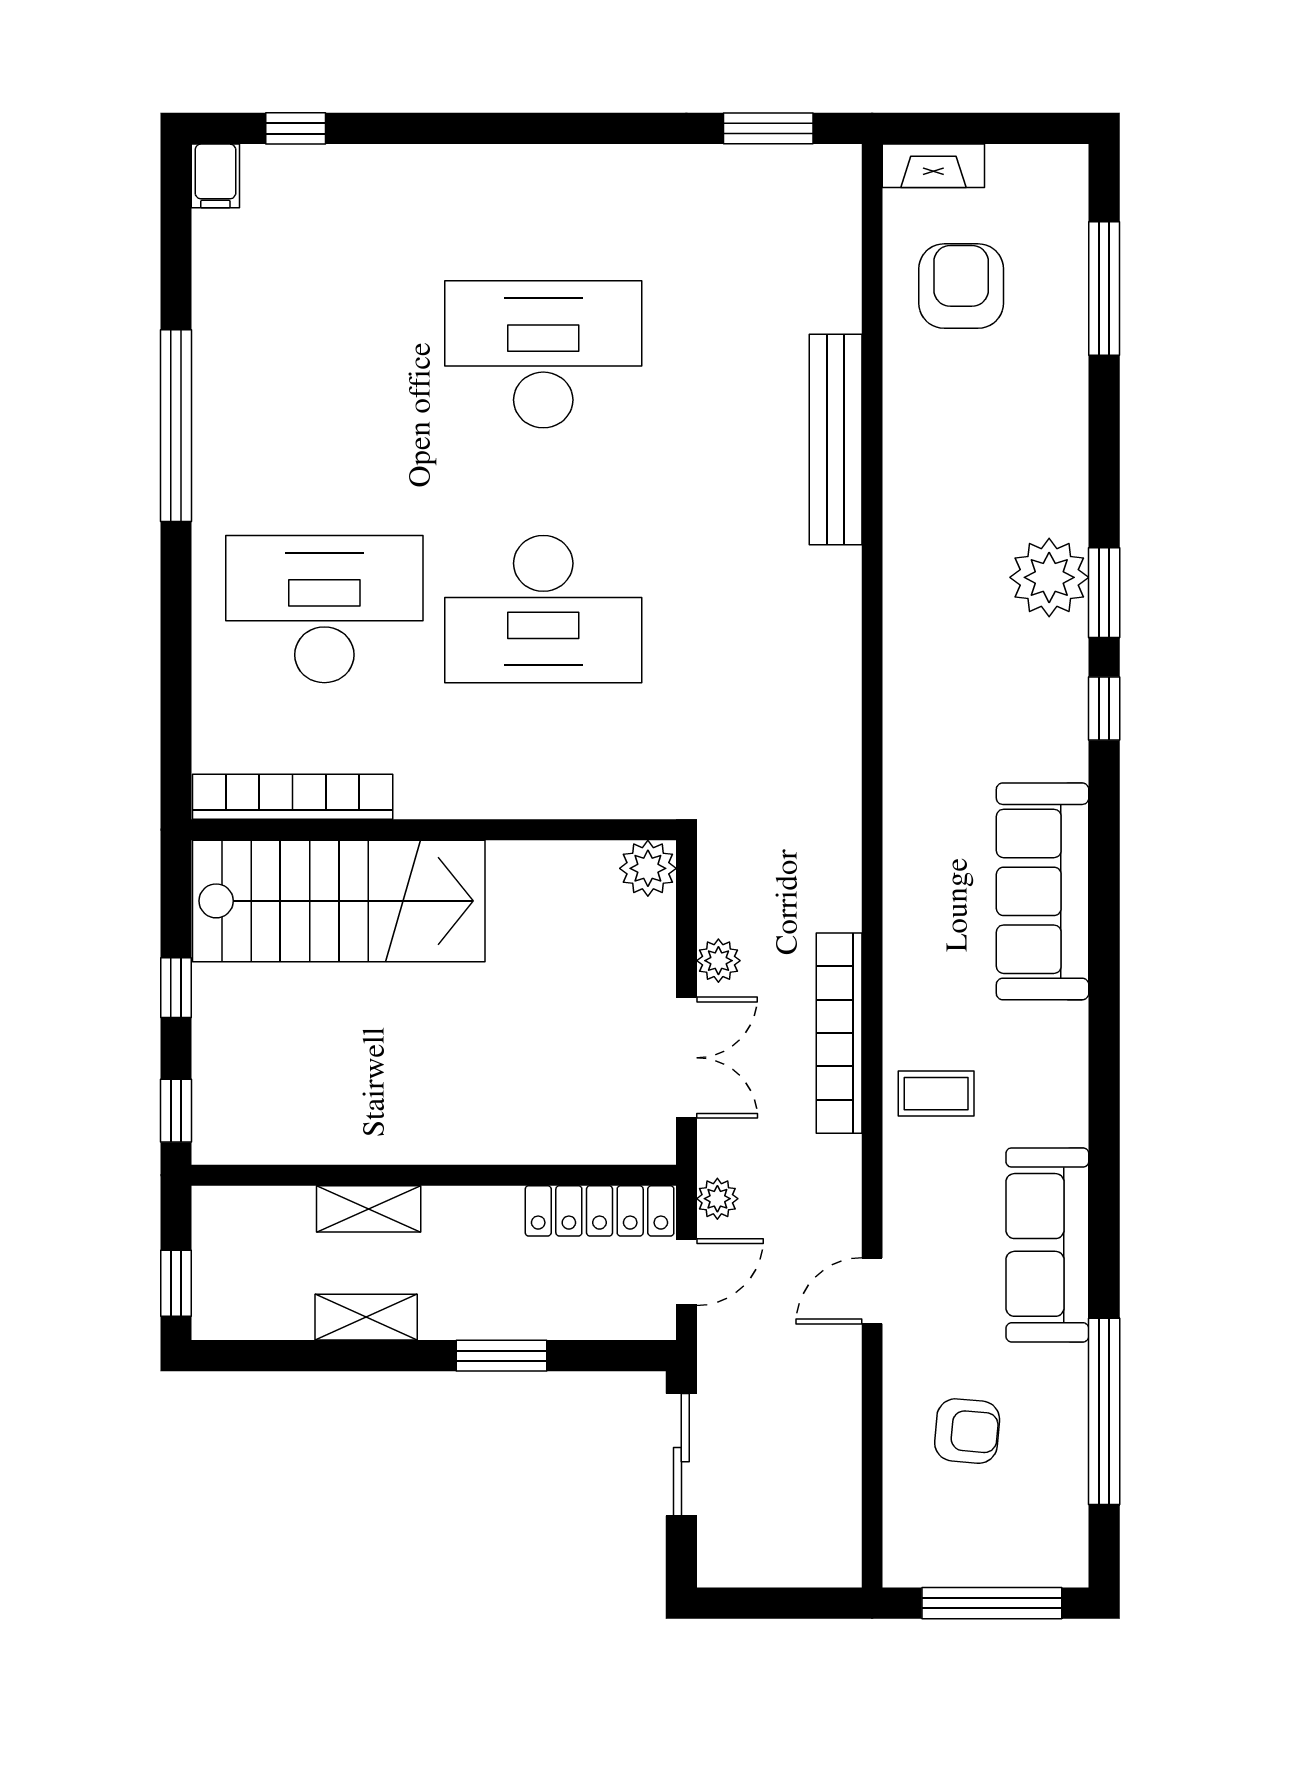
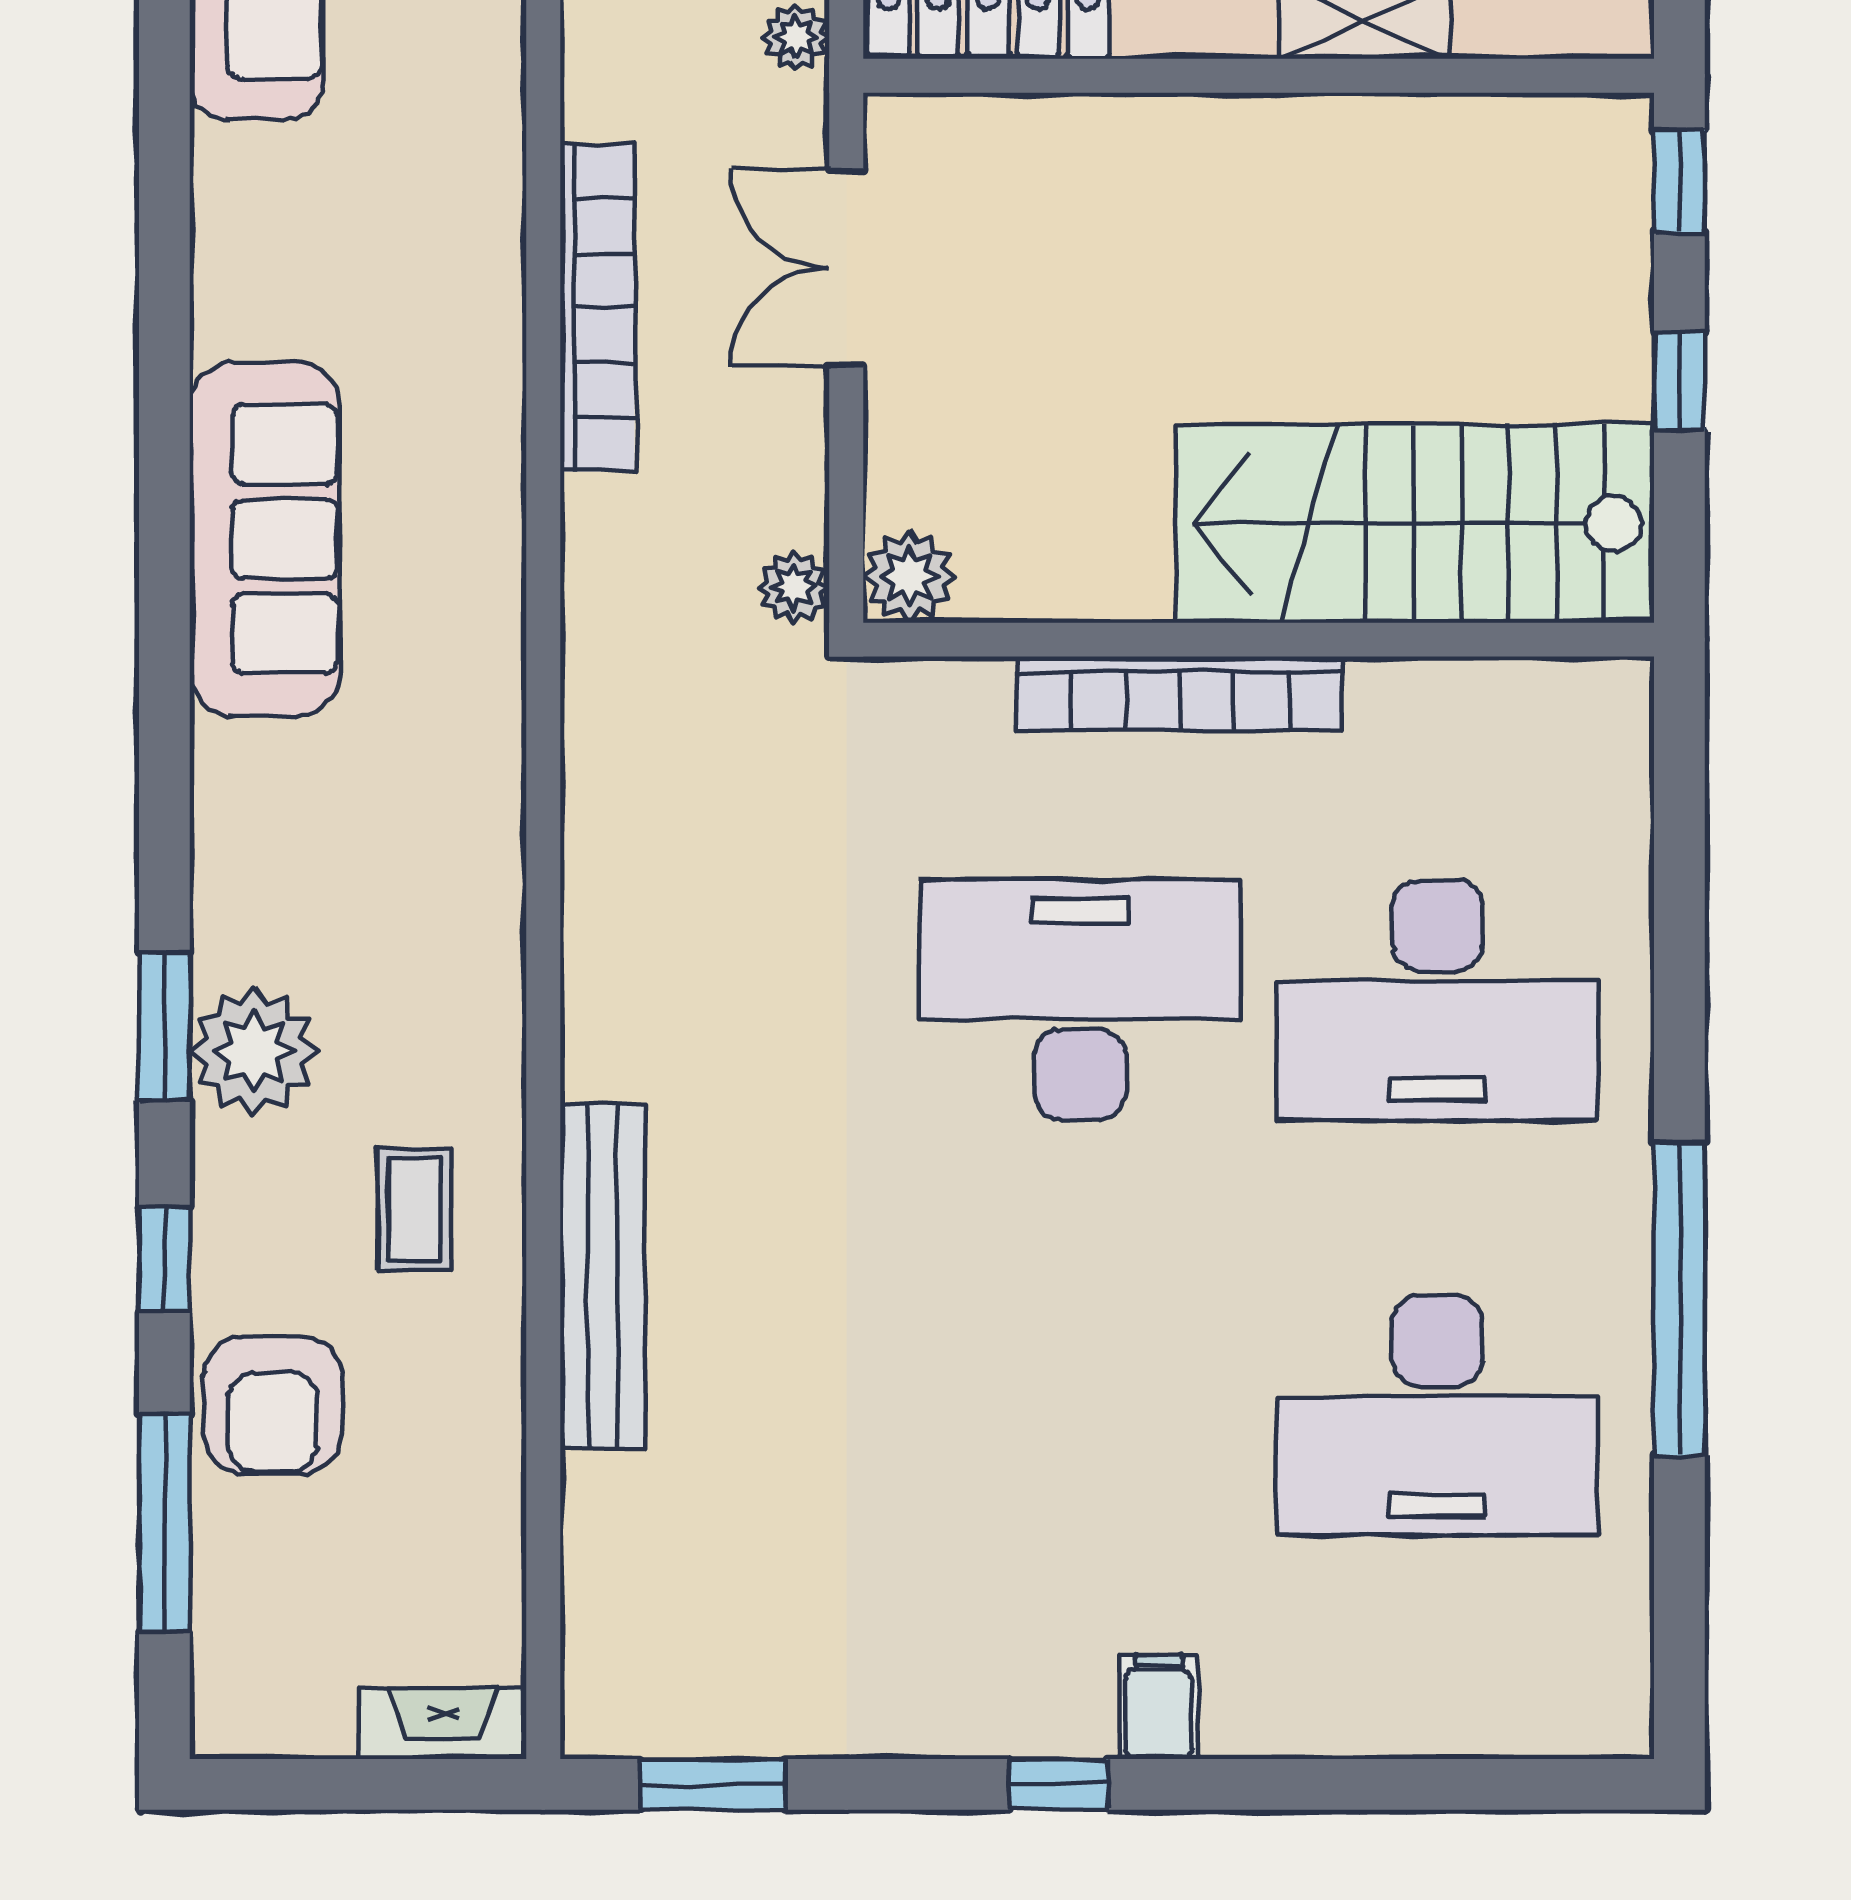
window: (296, 128) -> (1058, 1784), moved
filing cabinet: (215, 176) -> (1159, 1707), moved
armchair: (961, 286) -> (273, 1405), moved
desk: (543, 354) -> (1437, 1416), moved
window: (1104, 708) -> (164, 1259), moved
bookcase: (293, 797) -> (1180, 694), moved
plant: (718, 961) -> (794, 587), moved
coffee table: (936, 1094) -> (415, 1209), moved, turned 90

